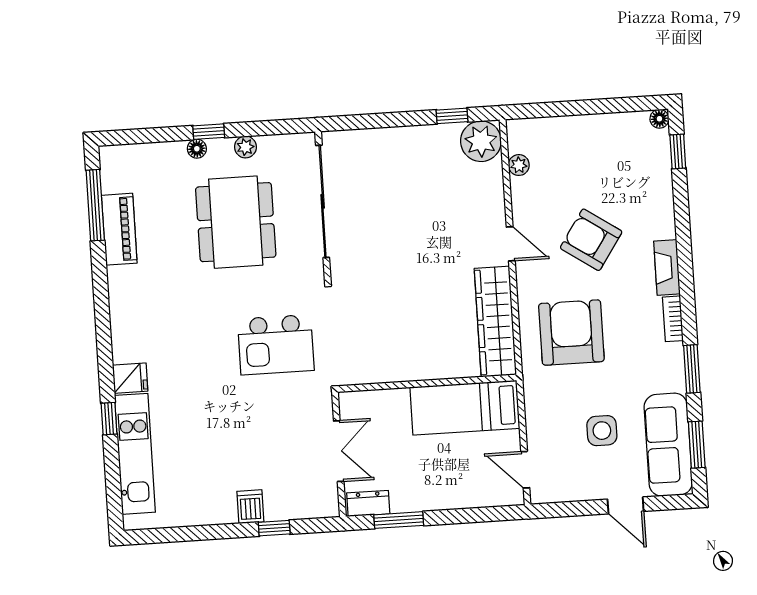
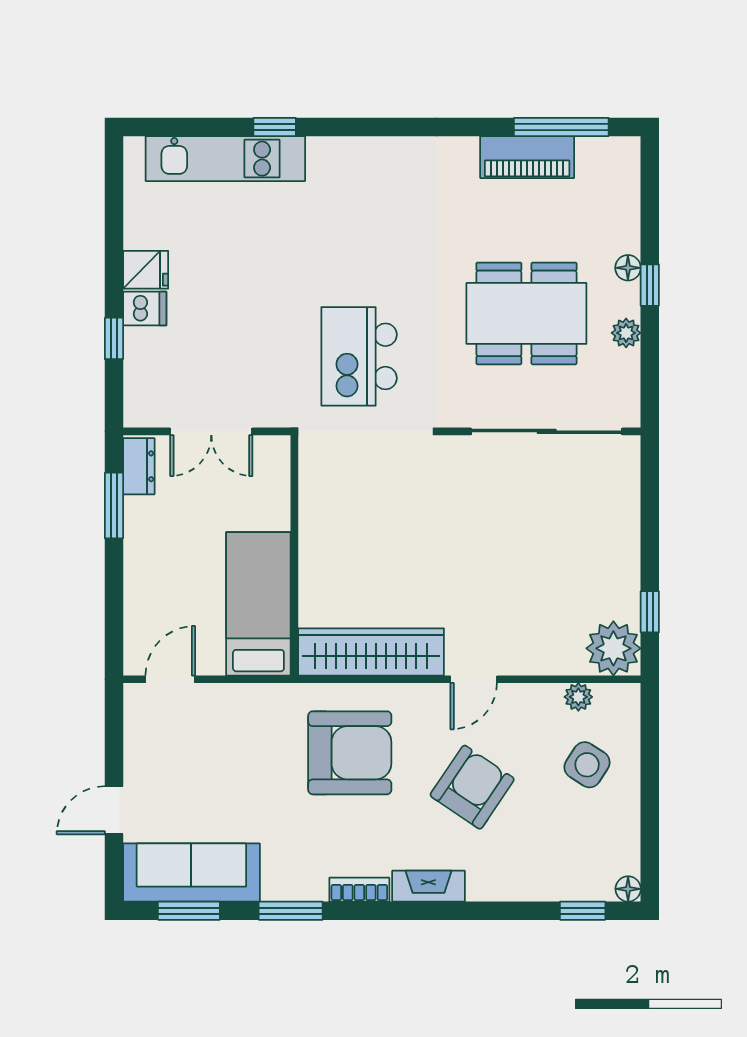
fridge: (130, 378) -> (146, 270), moved, turned -90
side table: (602, 431) -> (587, 765), moved, turned 33

